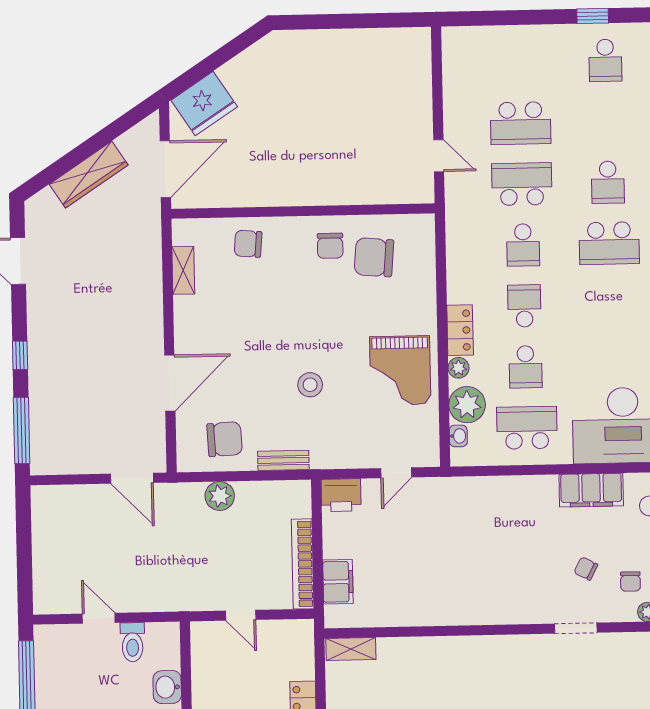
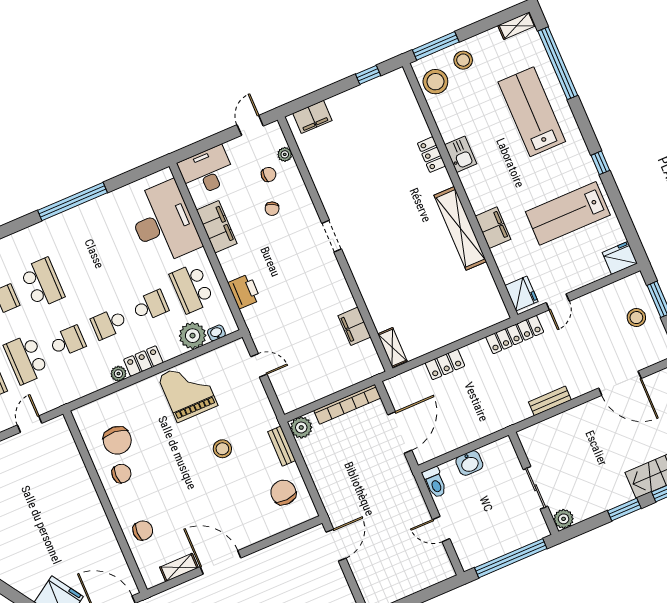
chair: (248, 244) -> (143, 530), turned -95
plant: (458, 368) -> (118, 374), moved
grand piano: (400, 371) -> (188, 391), turned -90
door: (170, 383) -> (220, 562), moved
printer: (341, 495) -> (244, 291), moved
plant: (220, 496) -> (301, 427), moved
filing cabinet: (338, 582) -> (354, 326), moved, turned -90
door: (241, 615) -> (400, 433), width x1.88
door: (99, 618) -> (441, 529), hinge flipped
doorway: (576, 628) -> (332, 236), moved
toilet: (132, 642) -> (435, 482), moved, turned 90

